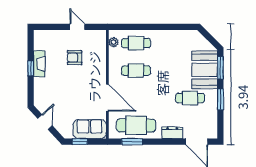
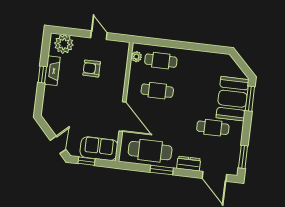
plant: (47, 39) -> (64, 44), added
window: (220, 99) -> (243, 157), moved
door: (45, 122) -> (58, 145), moved
window: (132, 142) -> (162, 170), moved

